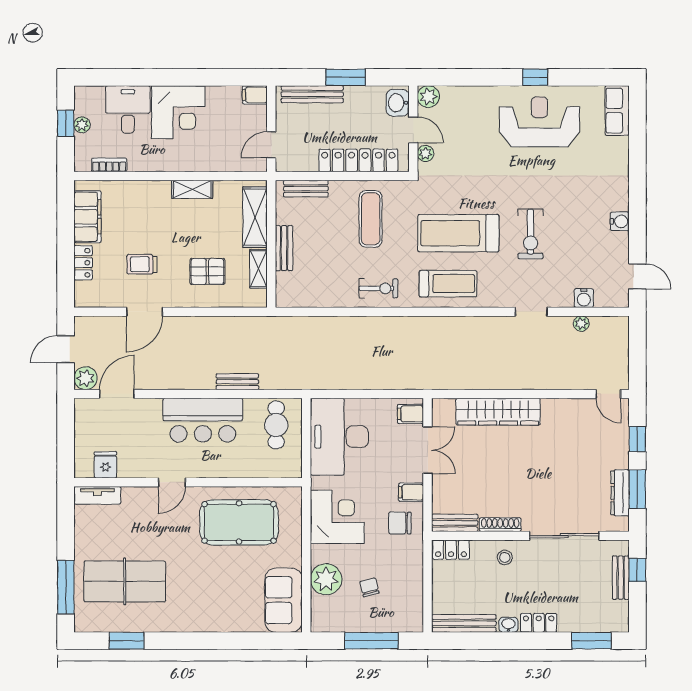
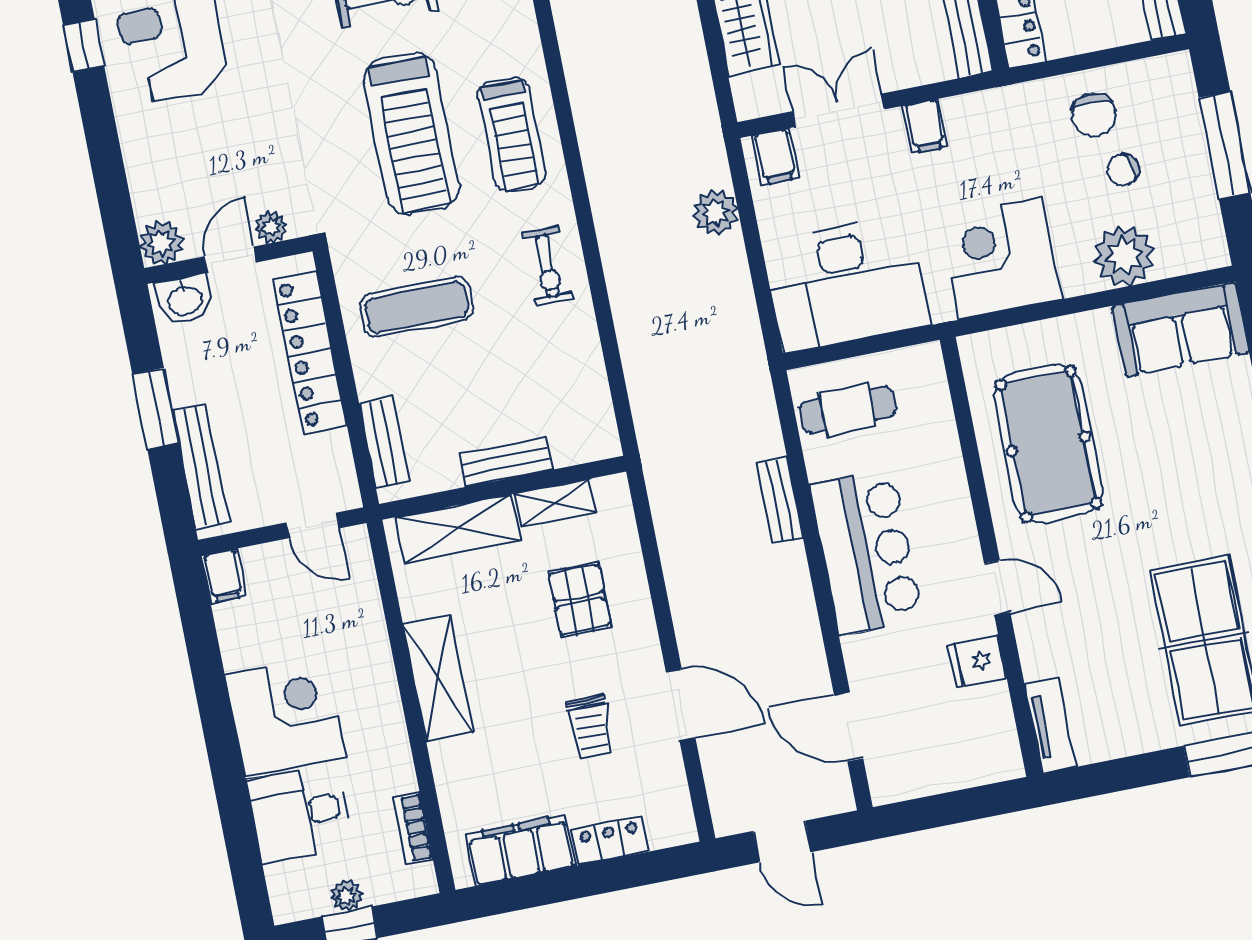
shelving: (192, 189) -> (438, 678), width x1.50, depth x1.33
treadmill: (448, 284) -> (512, 134), turned 180
exercise bike: (378, 288) -> (547, 266), turned 180
plant: (86, 378) -> (716, 213), moved
fridge: (105, 465) -> (977, 661), moved
chair: (400, 523) -> (1094, 115), moved

